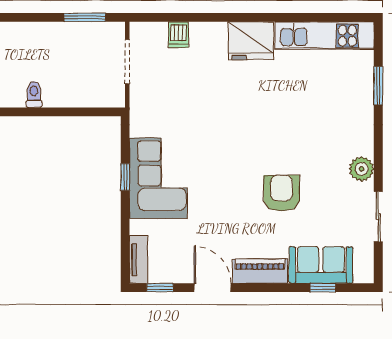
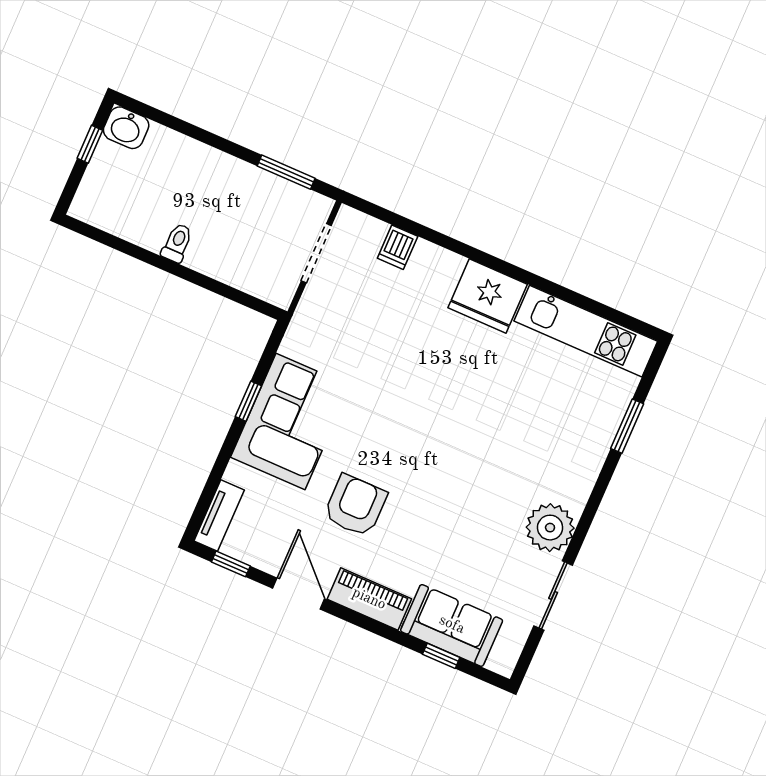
plant: (362, 169) -> (550, 528), width x1.36, depth x1.36
armchair: (282, 193) -> (355, 505), moved

